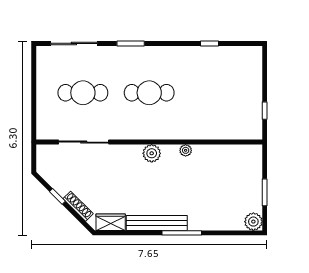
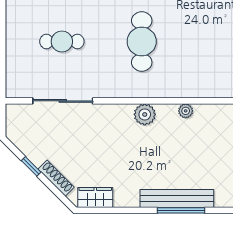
cafe table: (83, 93) -> (62, 41), width x0.73, depth x0.74
cafe table: (149, 93) -> (142, 41), turned 90
bench: (157, 223) -> (177, 198), moved

